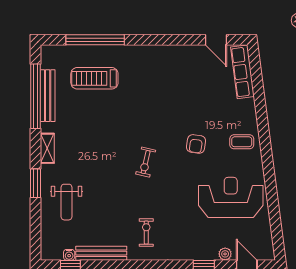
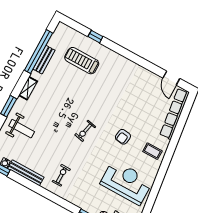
window: (95, 40) -> (95, 37), width x0.32
row of seats: (242, 72) -> (175, 114), width x1.36
bench: (48, 96) -> (44, 60), width x0.73
weight bench: (66, 202) -> (22, 129), turned -90

